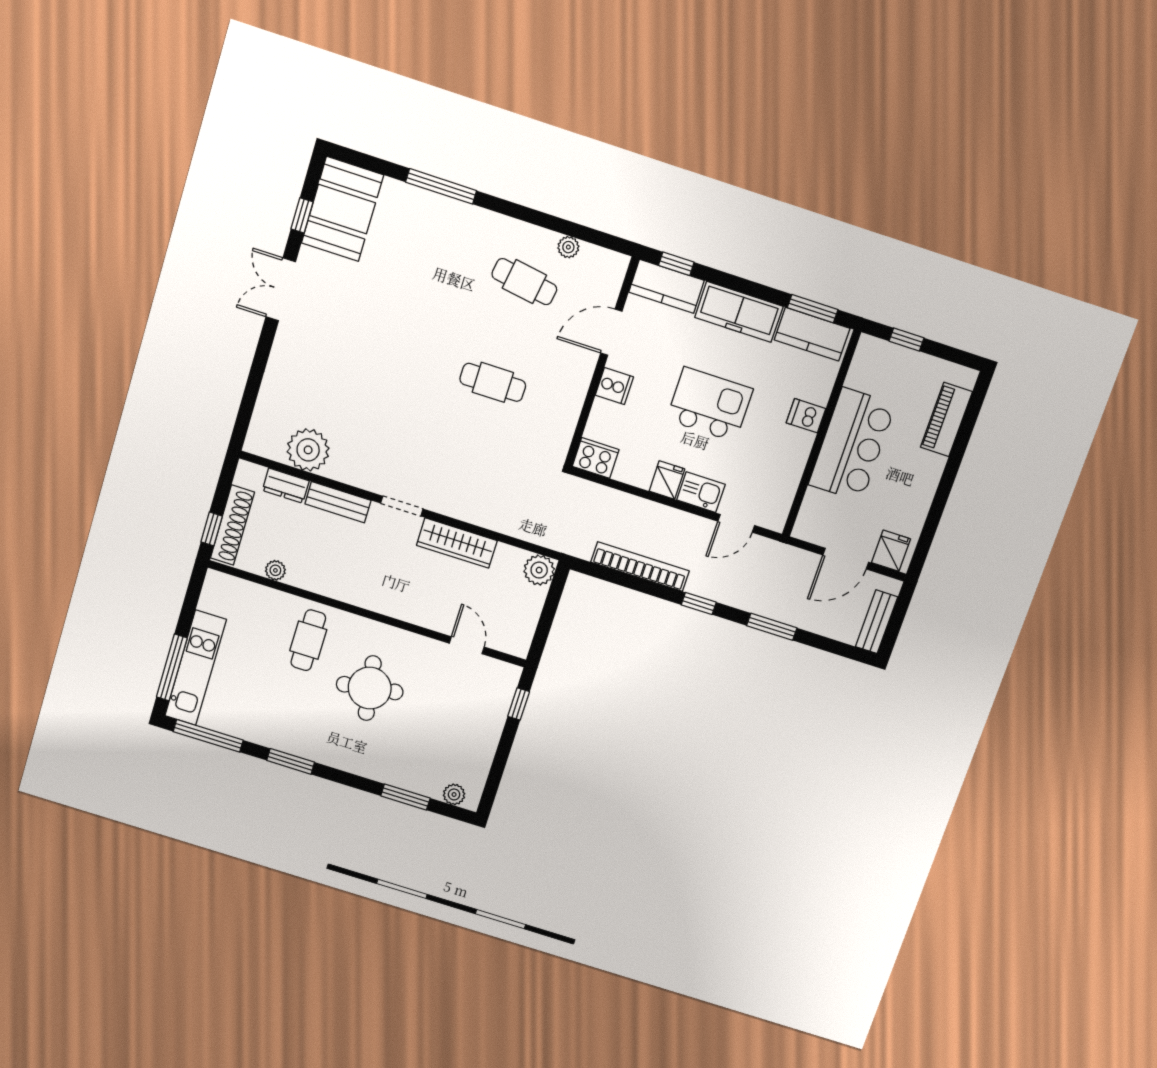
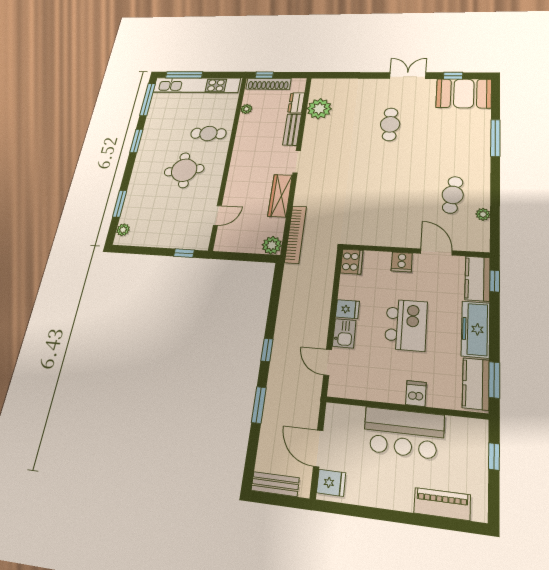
cafe table: (493, 382) -> (390, 124), moved
bookcase: (640, 567) -> (296, 234), moved
kitchen unit: (195, 668) -> (196, 85), width x1.36

